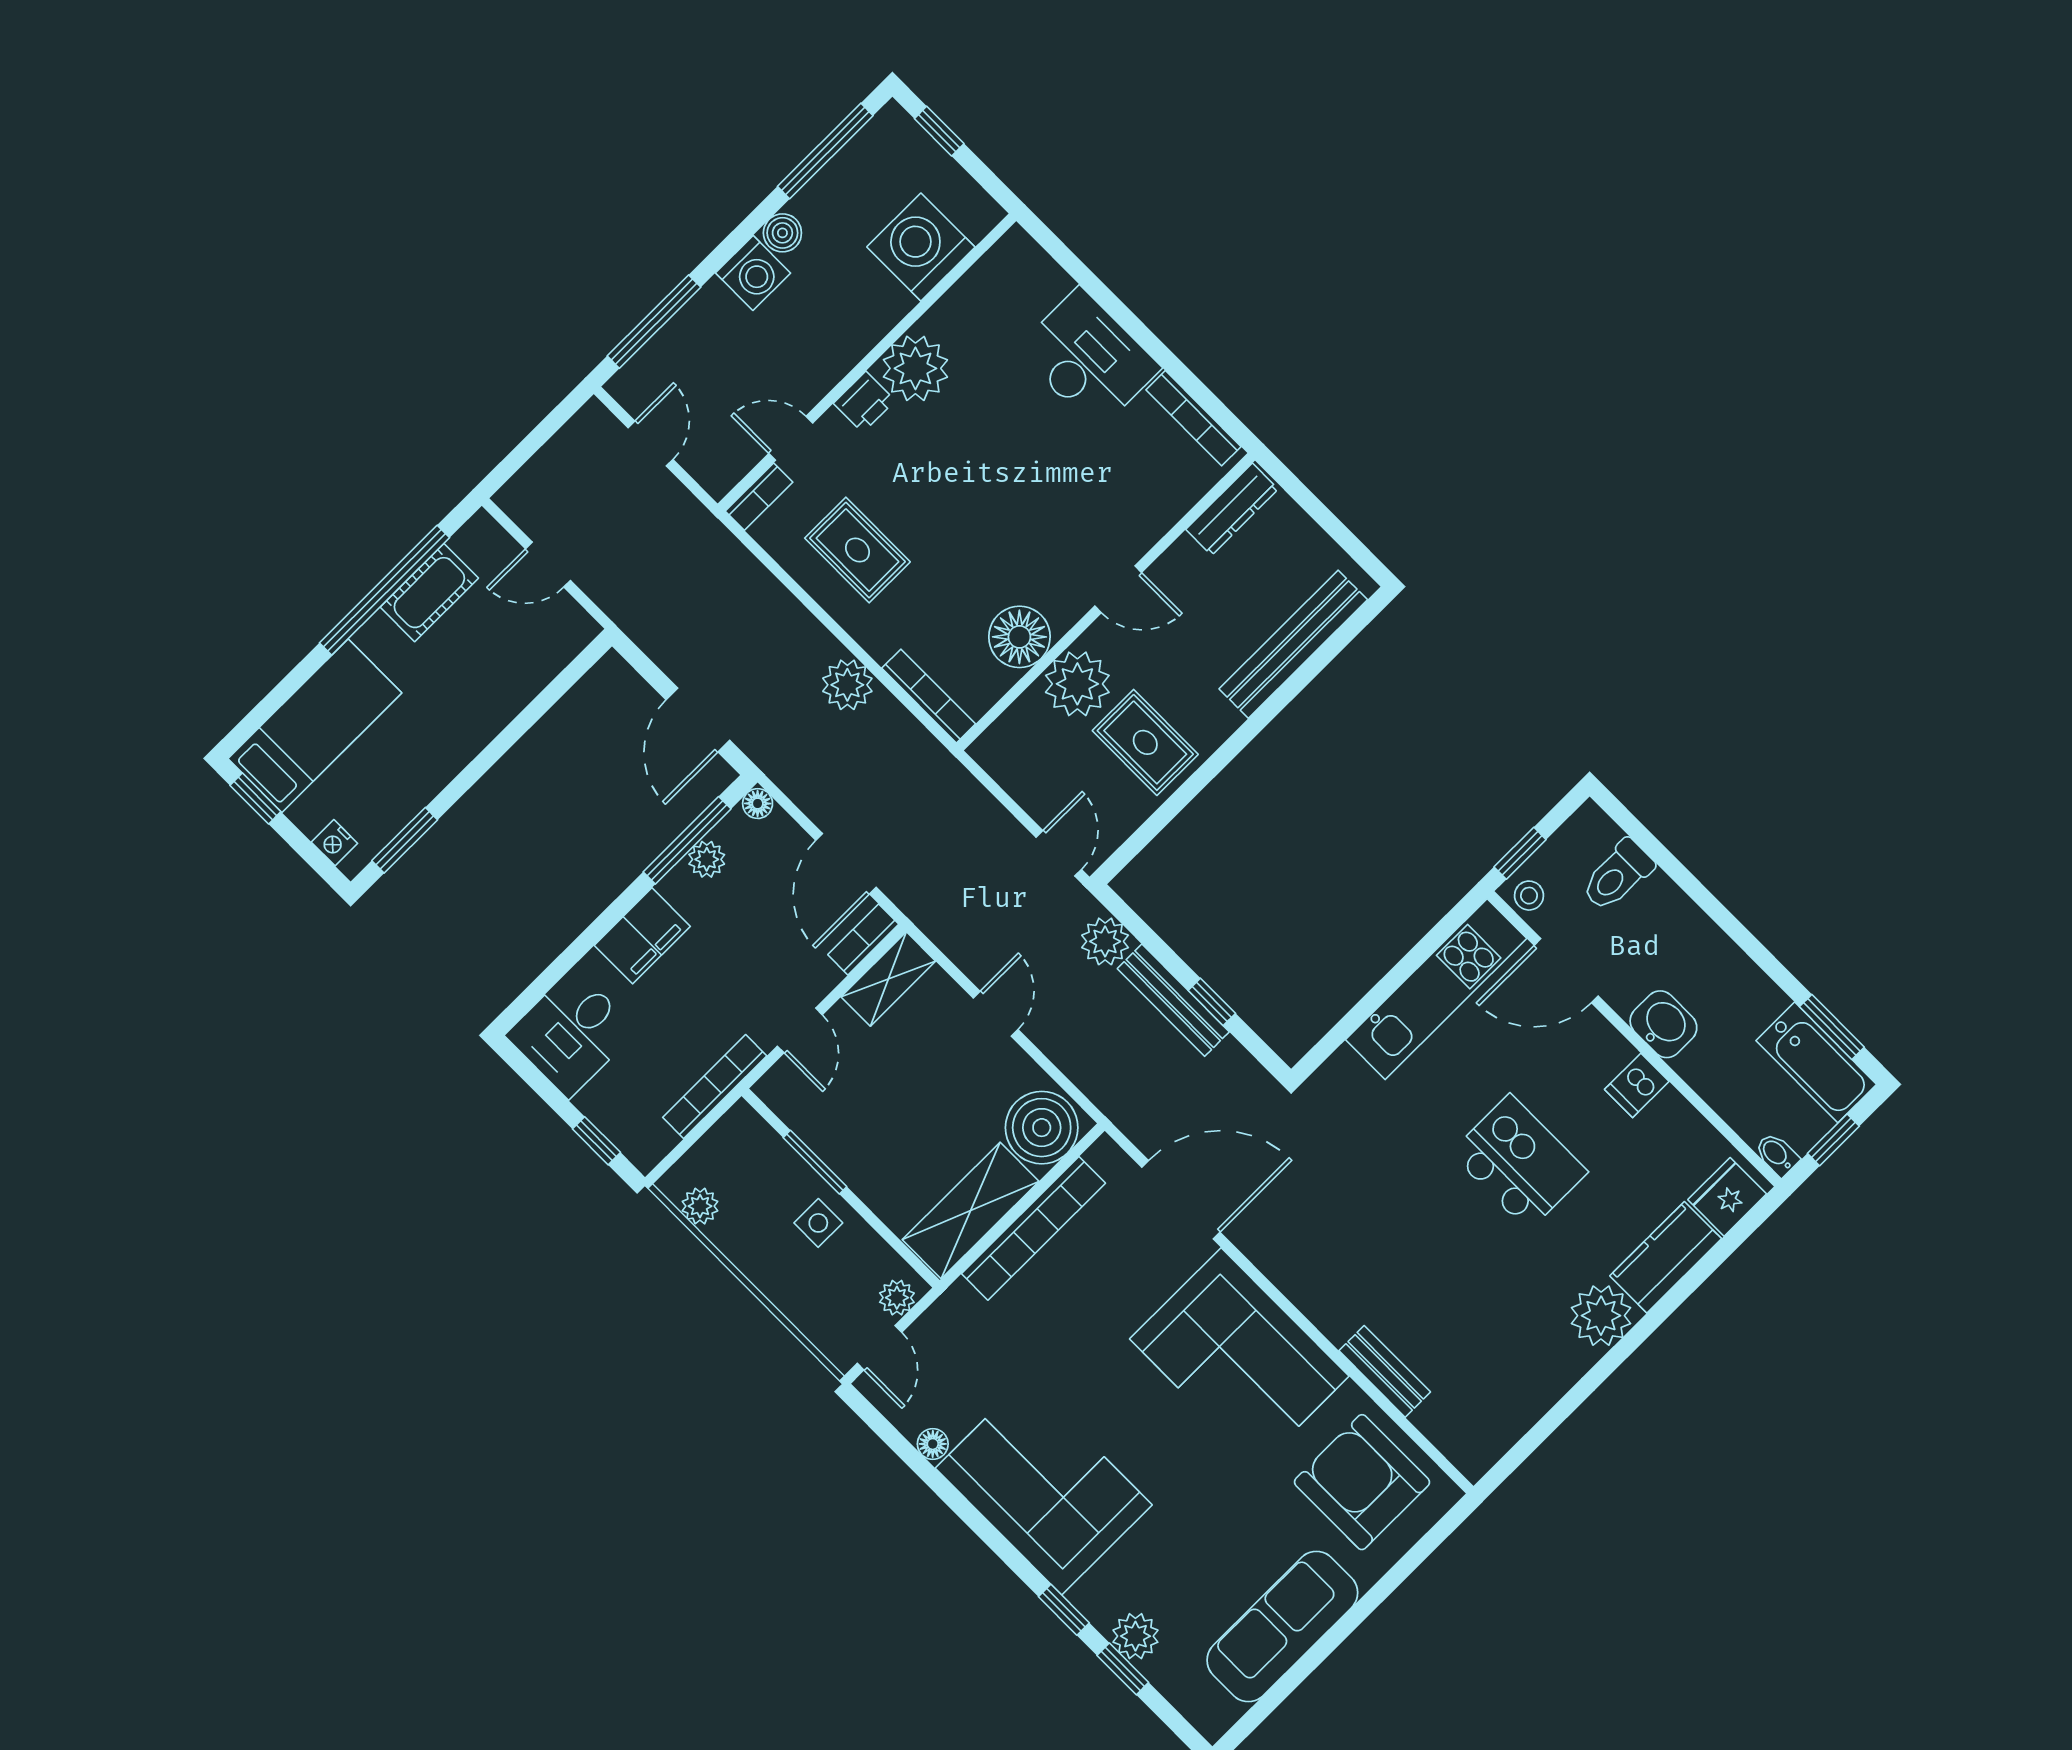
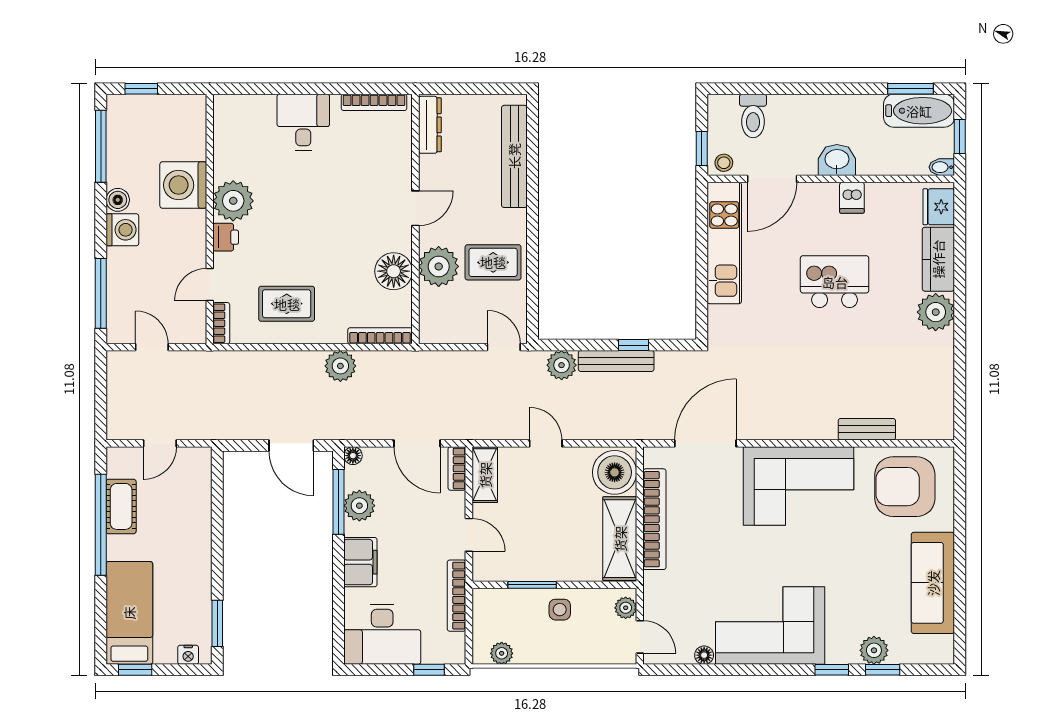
washing machine: (921, 247) -> (183, 185), moved
desk: (1088, 359) -> (303, 122), width x0.73
plant: (707, 859) -> (359, 506), width x1.38, depth x1.38
desk: (571, 1033) -> (382, 634), width x1.37

